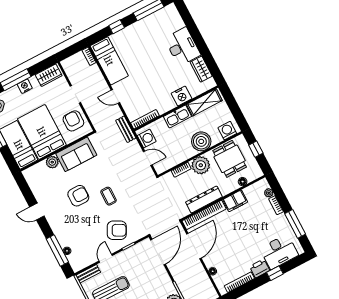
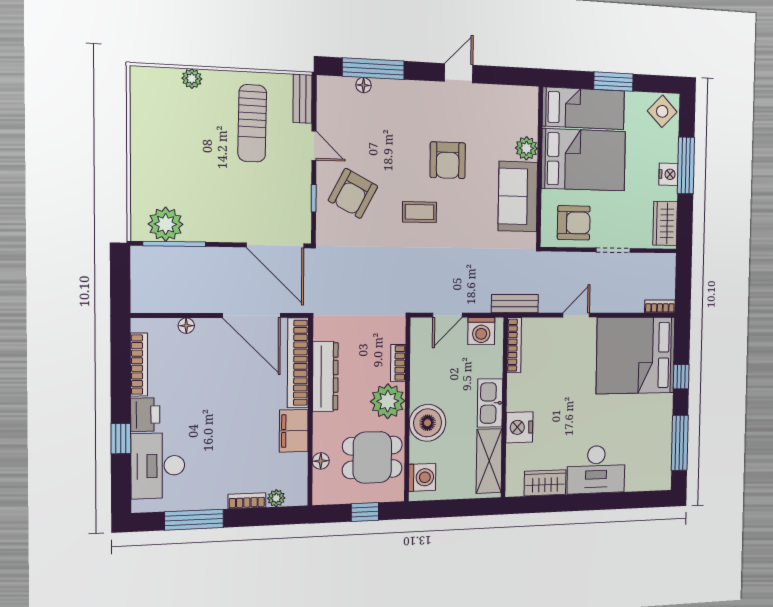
bed: (109, 61) -> (636, 355), width x2.04

